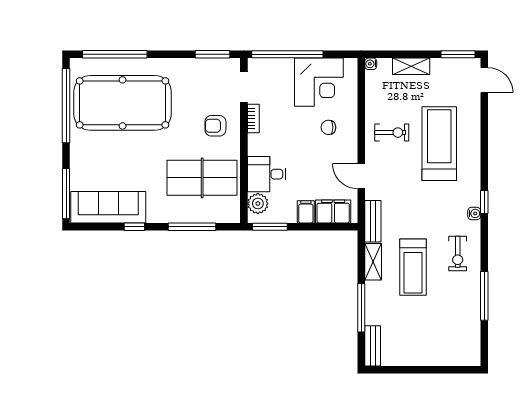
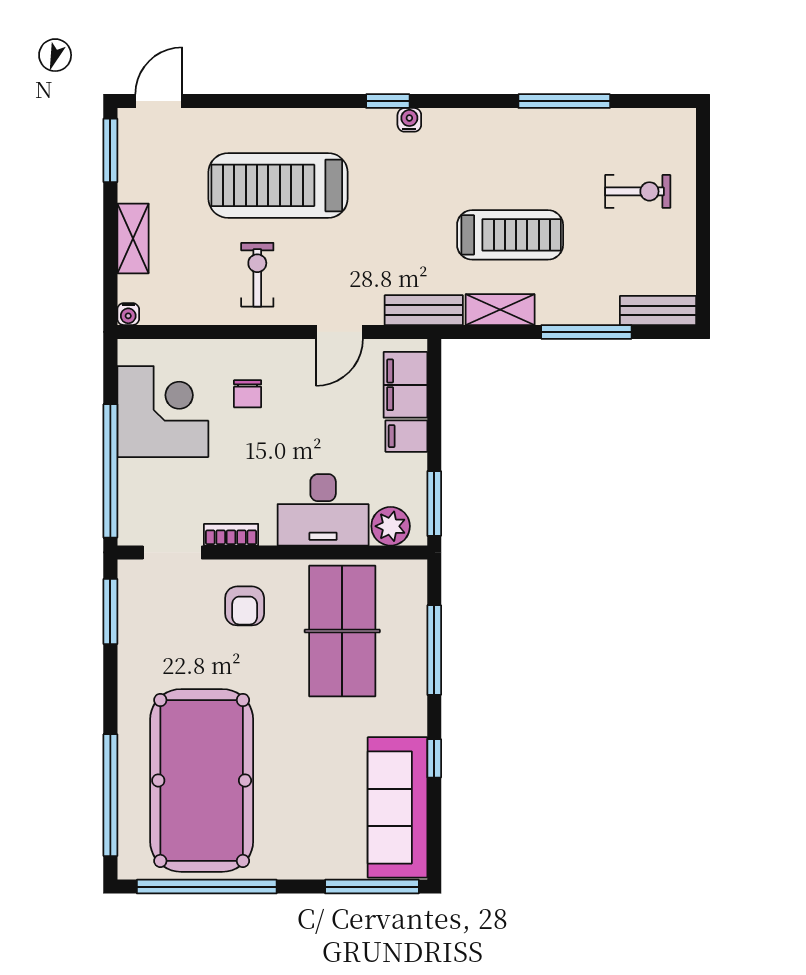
desk: (267, 174) -> (323, 510), width x1.37
exercise bike: (458, 254) -> (638, 191), moved

